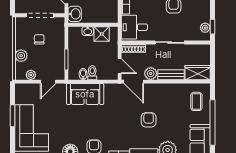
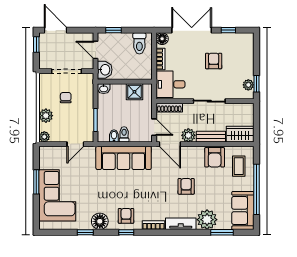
washbasin: (88, 31) -> (104, 89), moved
plant: (31, 75) -> (44, 137), moved
armchair: (174, 93) -> (215, 157), added
sofa: (85, 94) -> (124, 158), width x1.36

